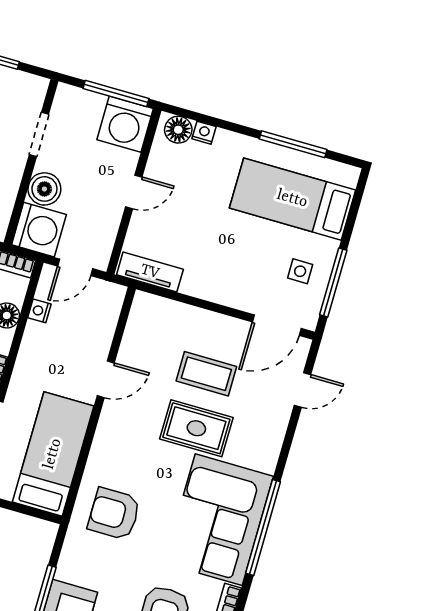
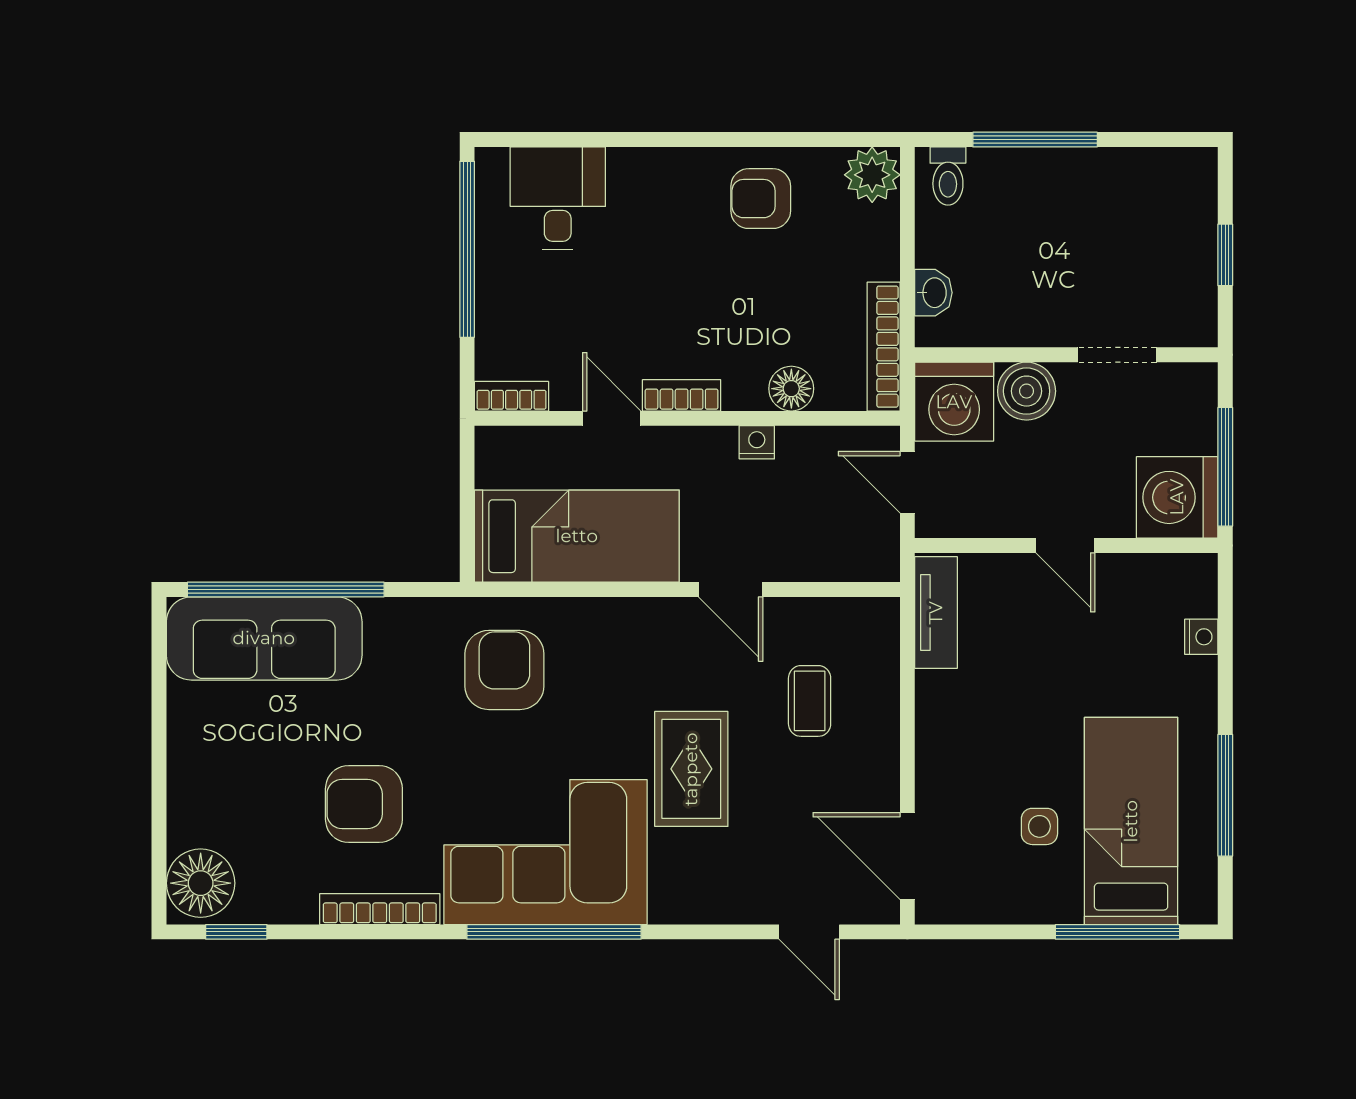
floor lamp: (178, 130) -> (1194, 591), removed
side table: (300, 271) -> (1039, 826), moved
window: (333, 283) -> (1118, 932), moved
nightstand: (39, 311) -> (757, 442), moved
coffee table: (206, 374) -> (810, 701), moved, width x0.73, depth x0.77

